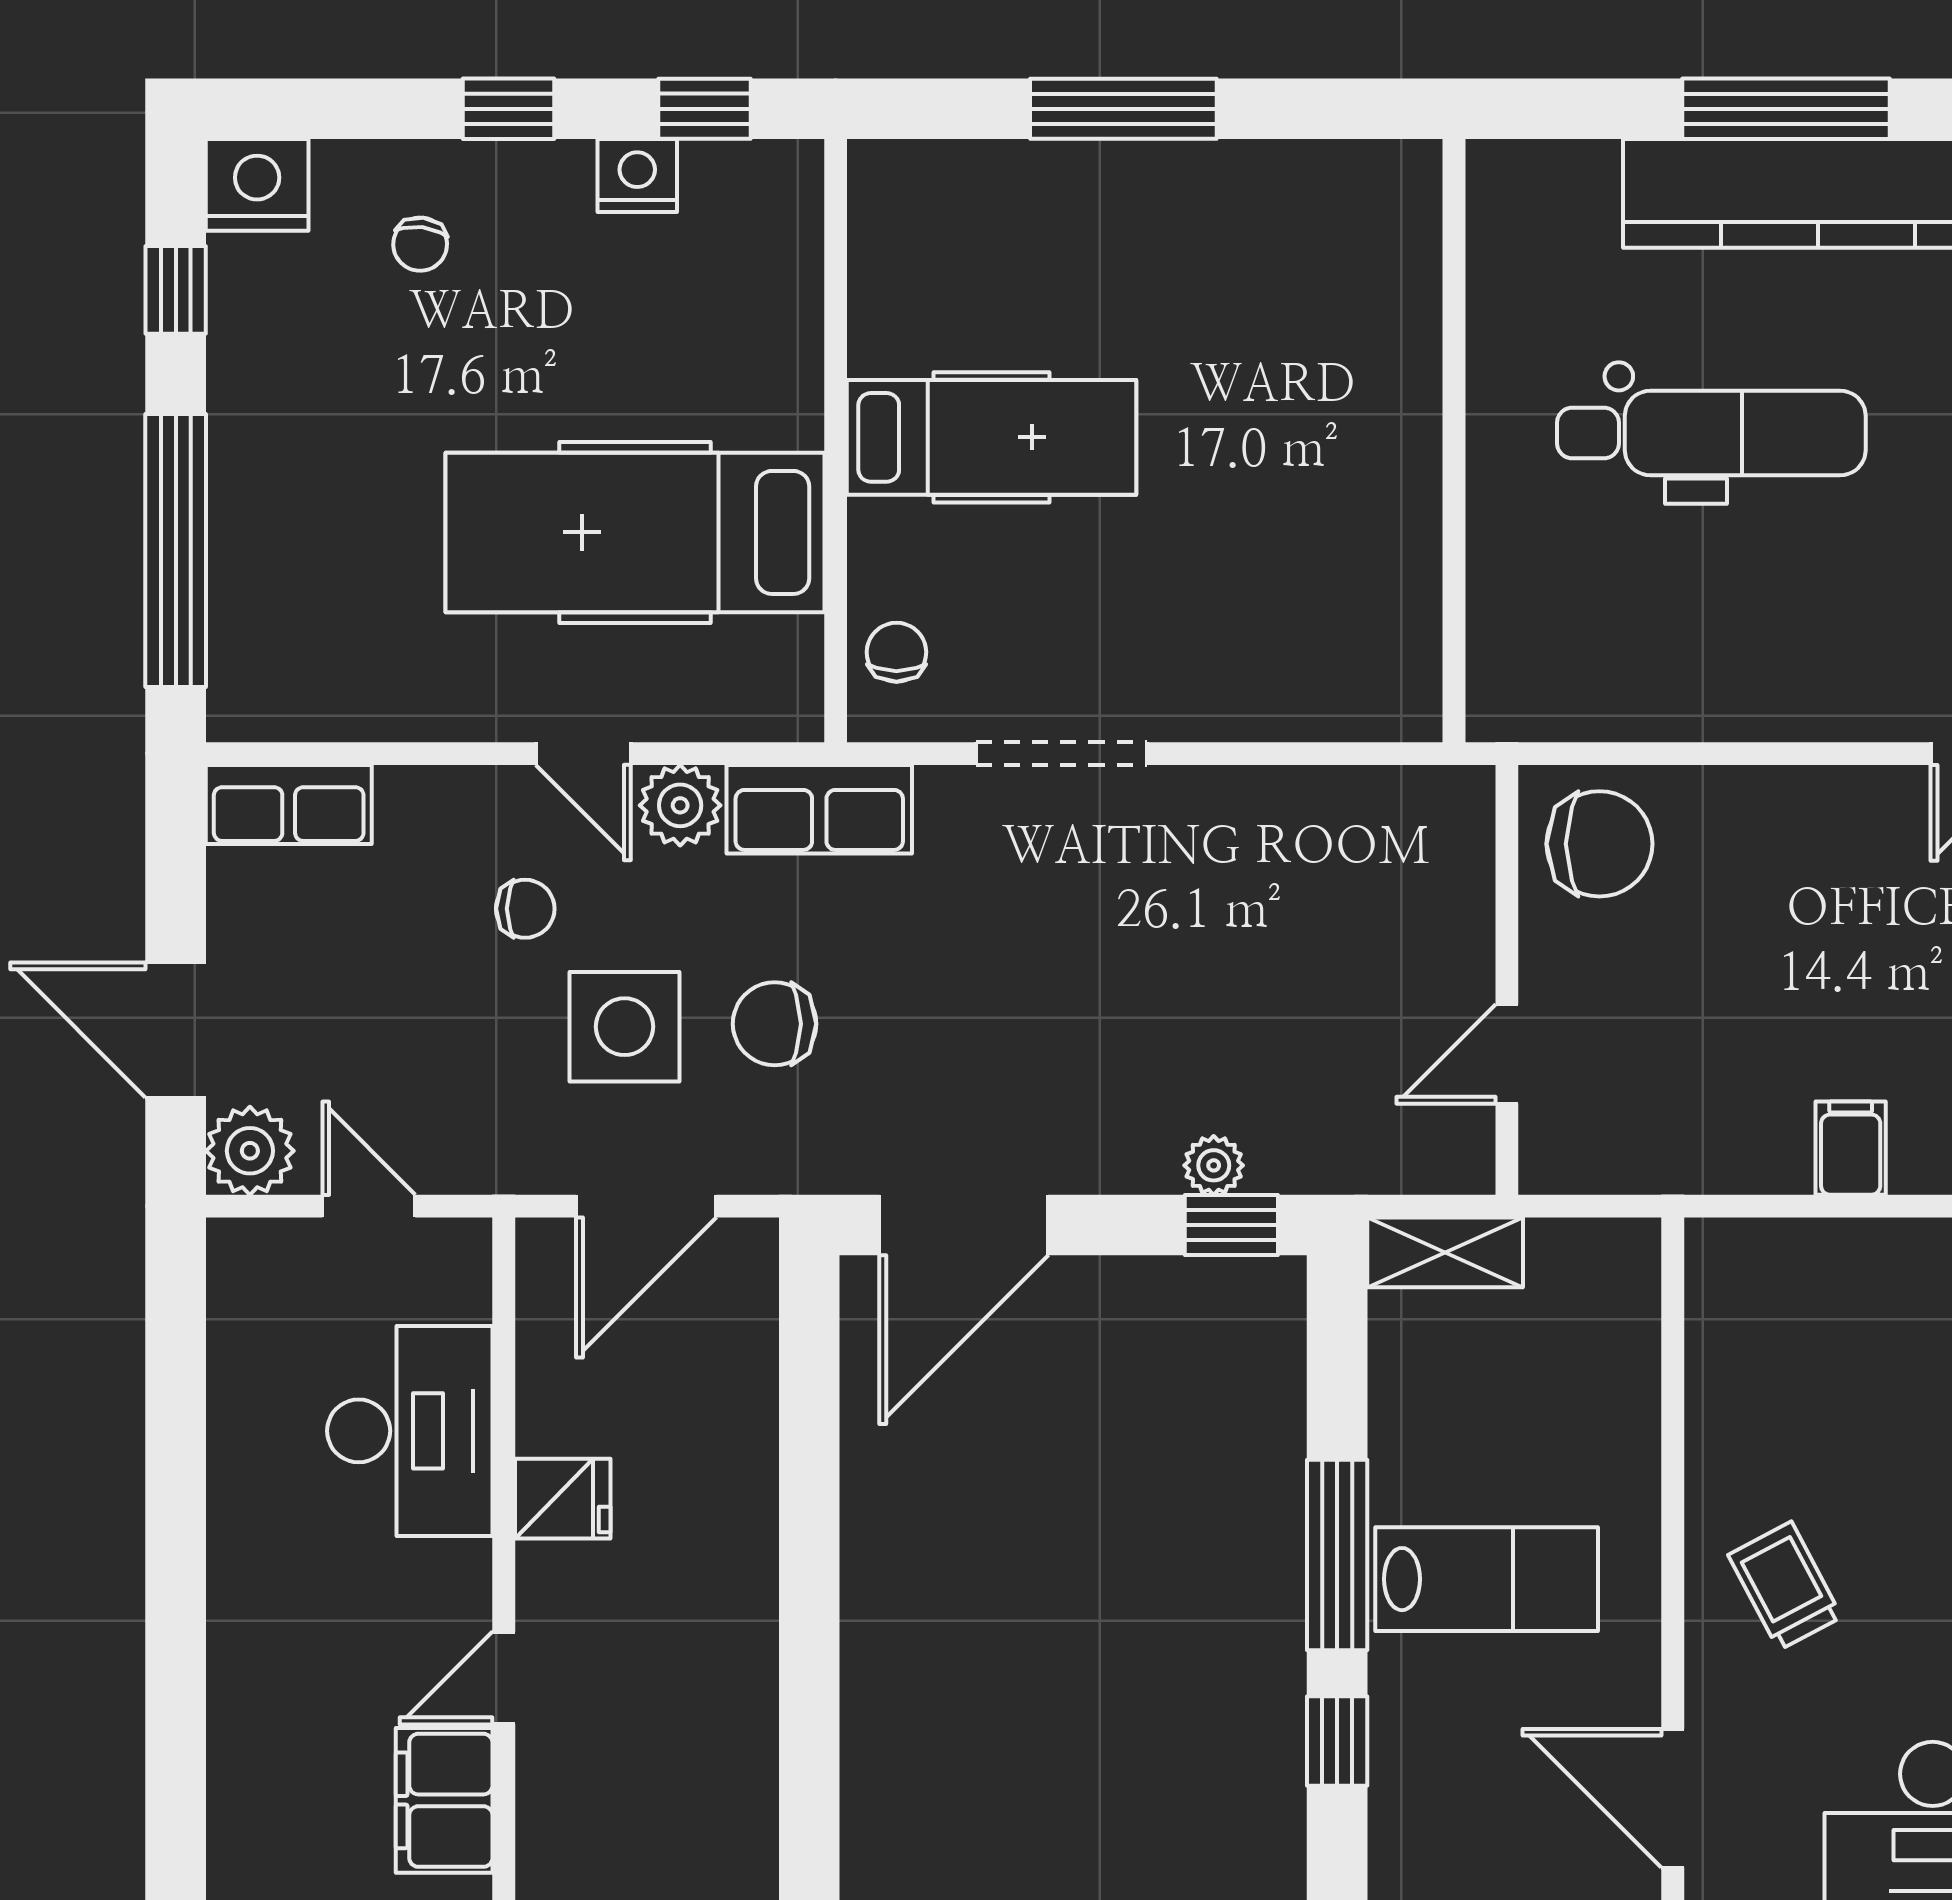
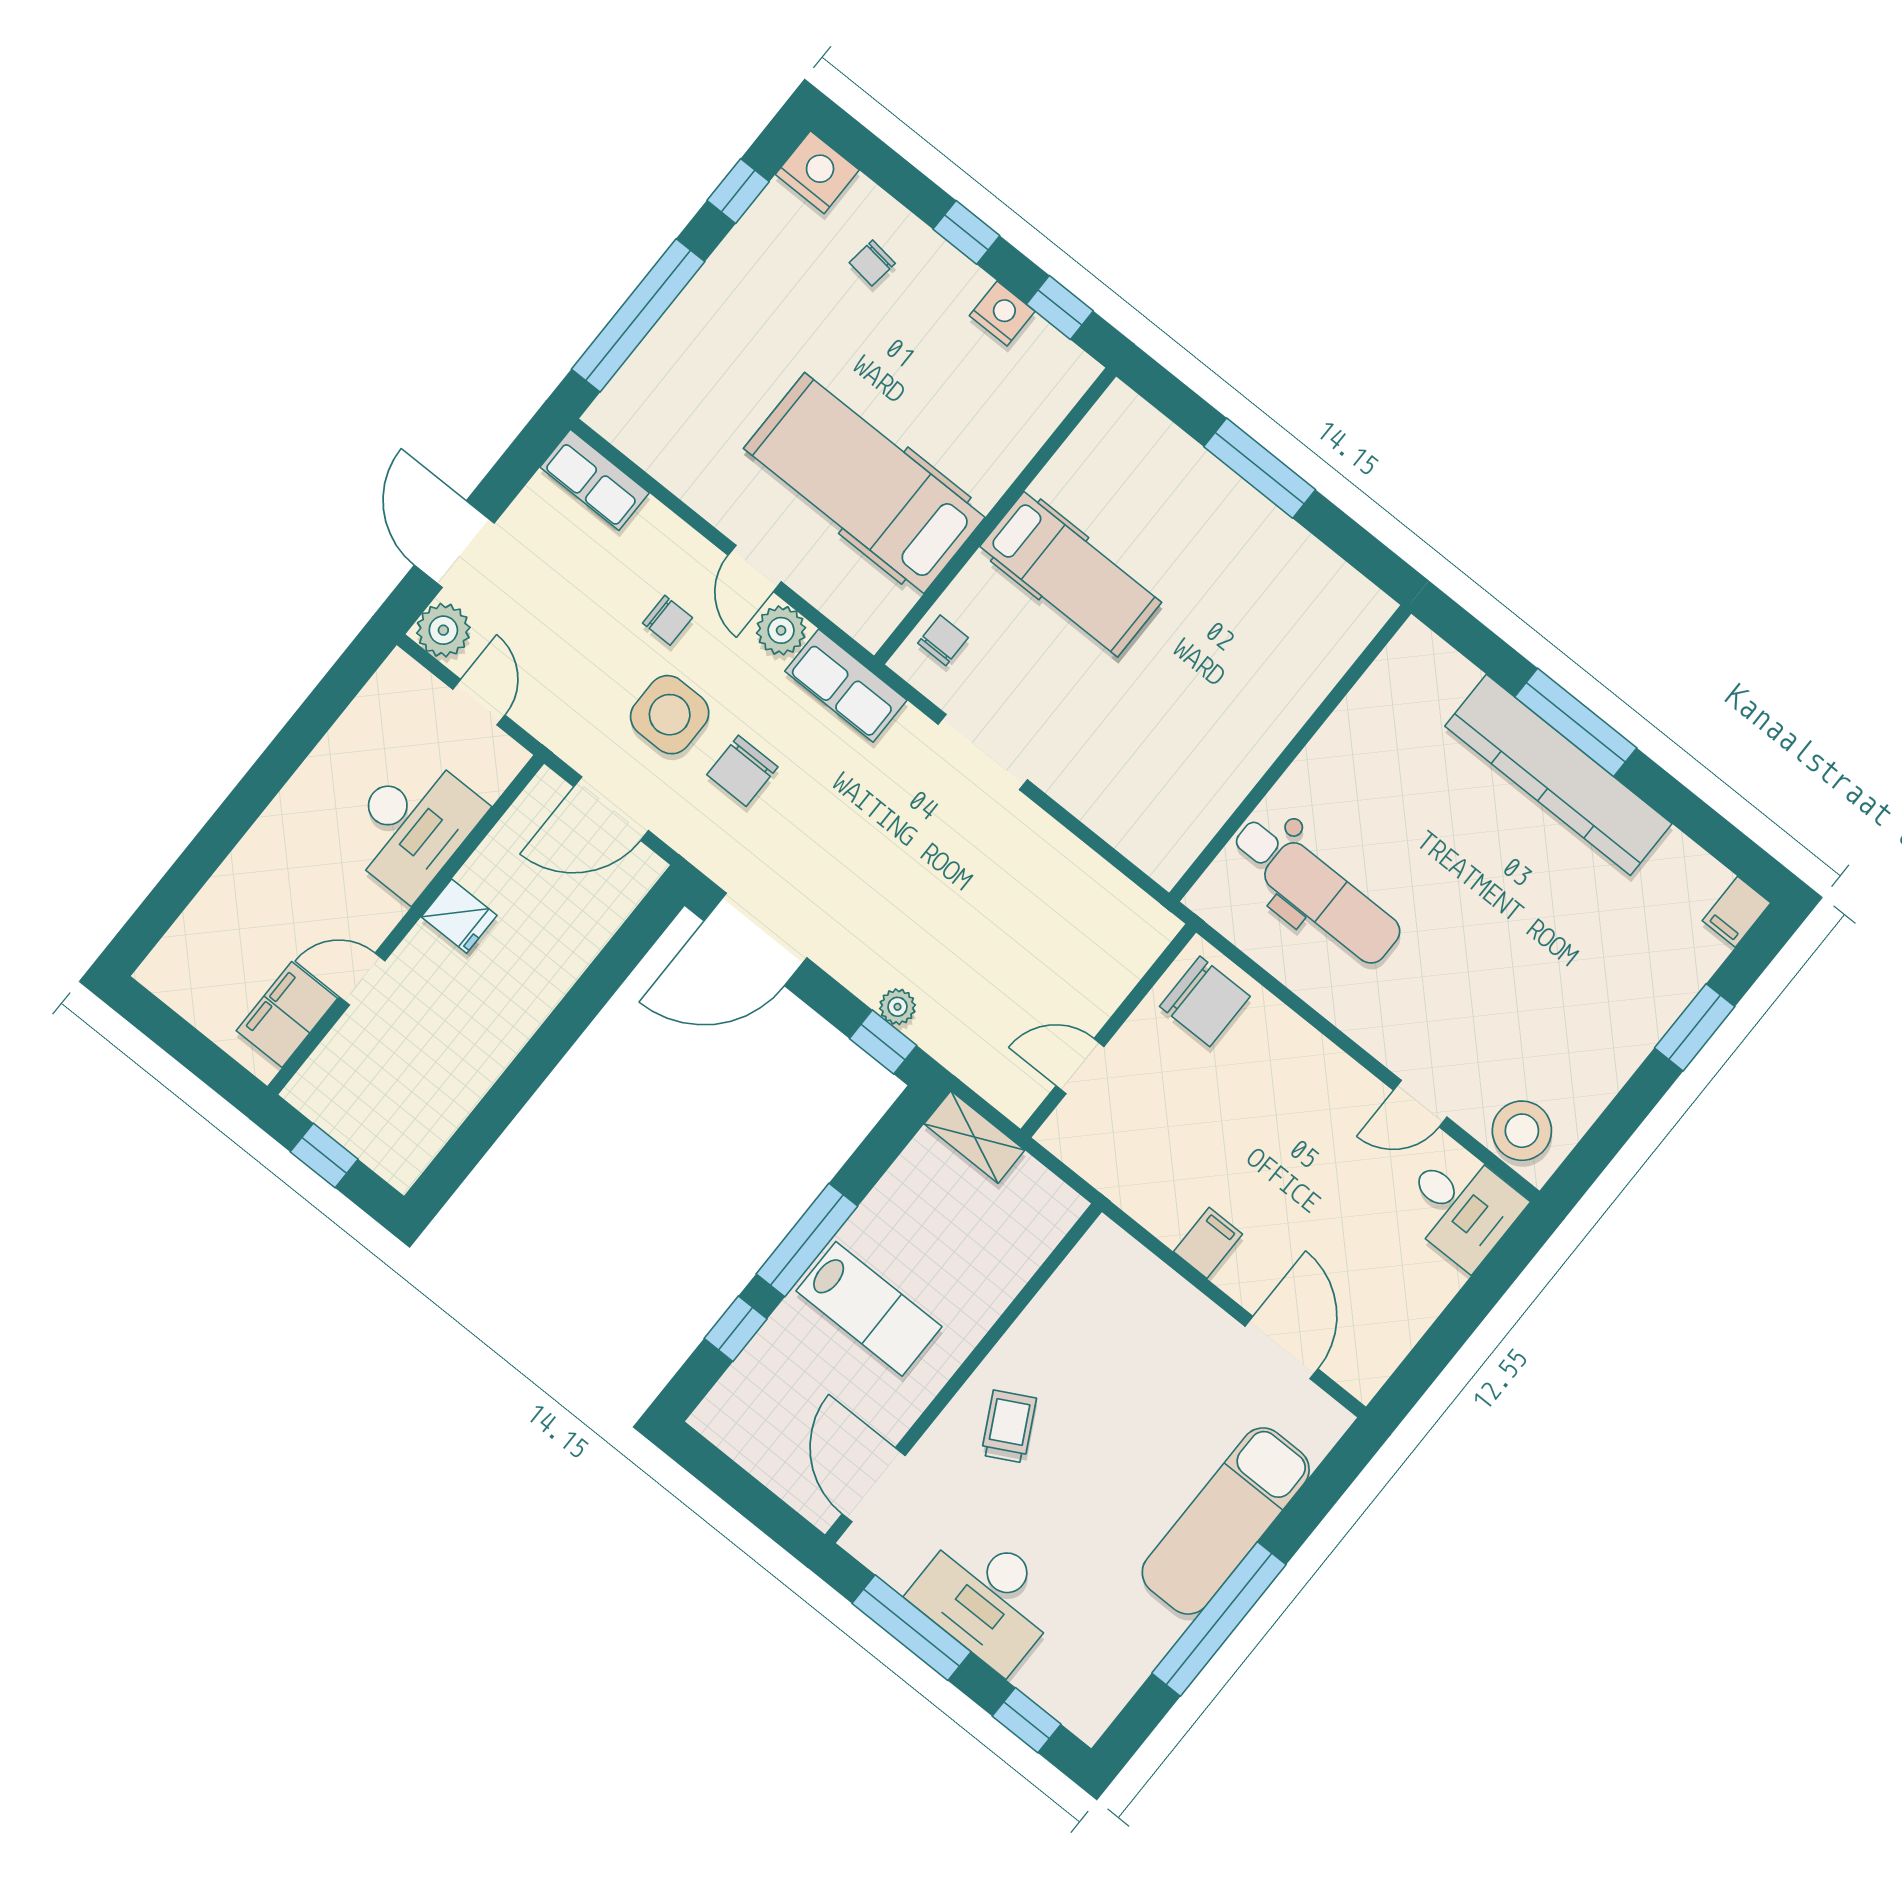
dental chair: (1711, 433) -> (1316, 890), moved
chair: (775, 1024) -> (742, 771), turned -90

